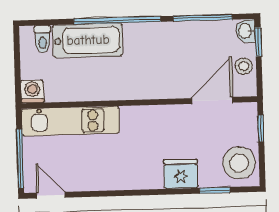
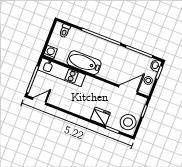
bathtub: (88, 40) -> (84, 63), moved, turned 180
door: (51, 195) -> (39, 101), hinge flipped

